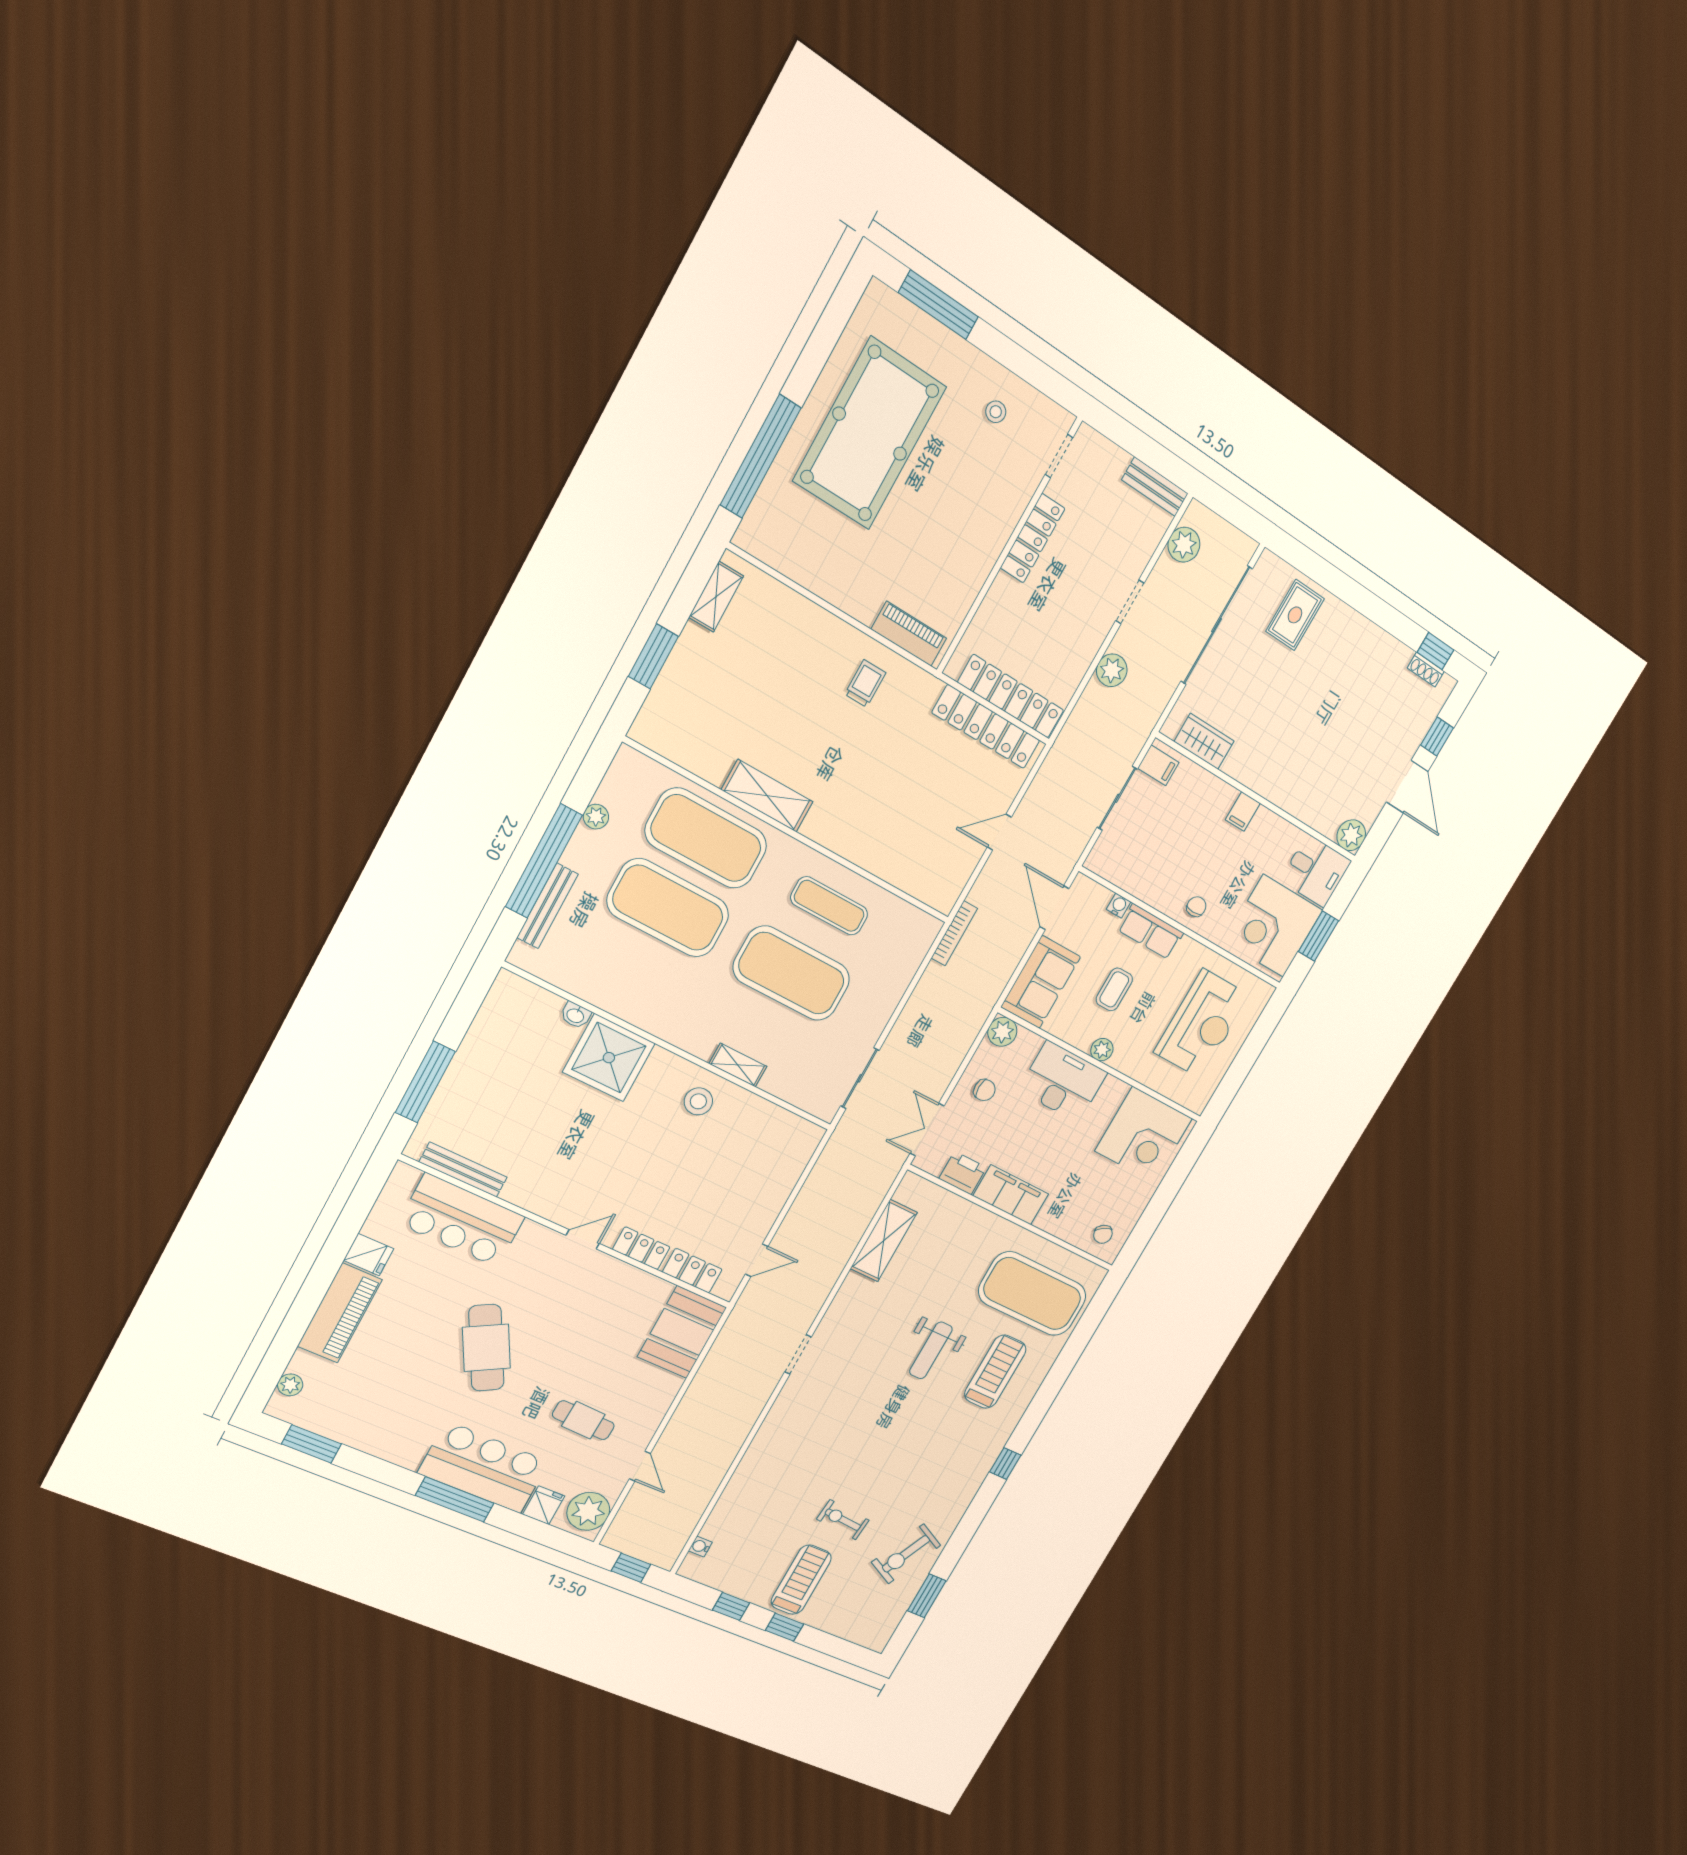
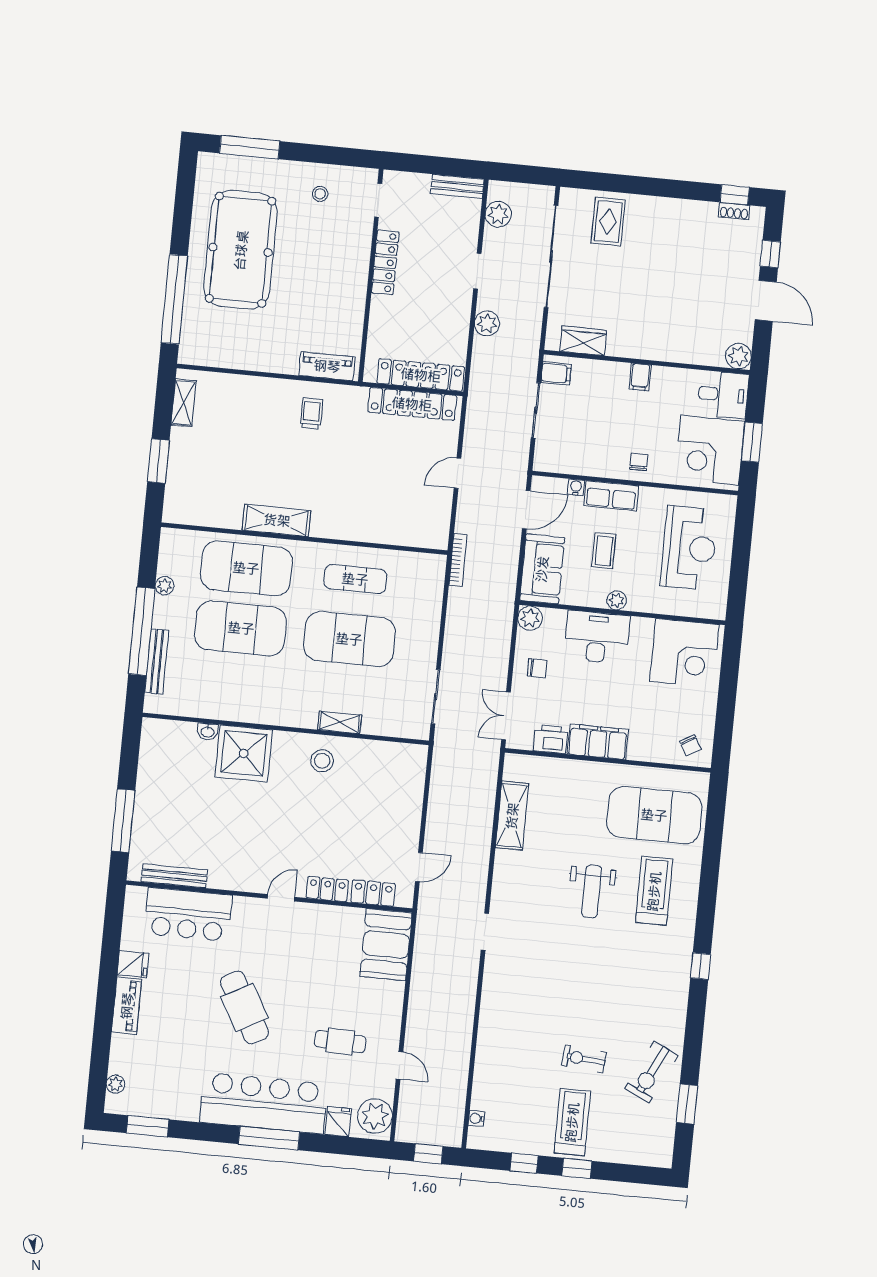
door: (1054, 908) -> (526, 510), swing flipped
piano: (340, 1313) -> (127, 1006), width x0.73, depth x0.75
bar counter: (484, 1467) -> (264, 1103), width x1.36

